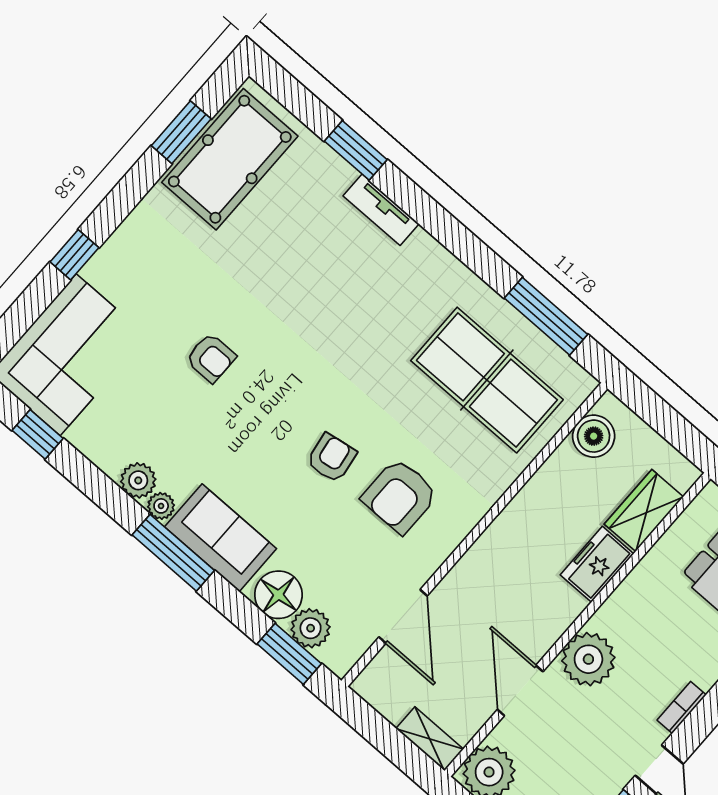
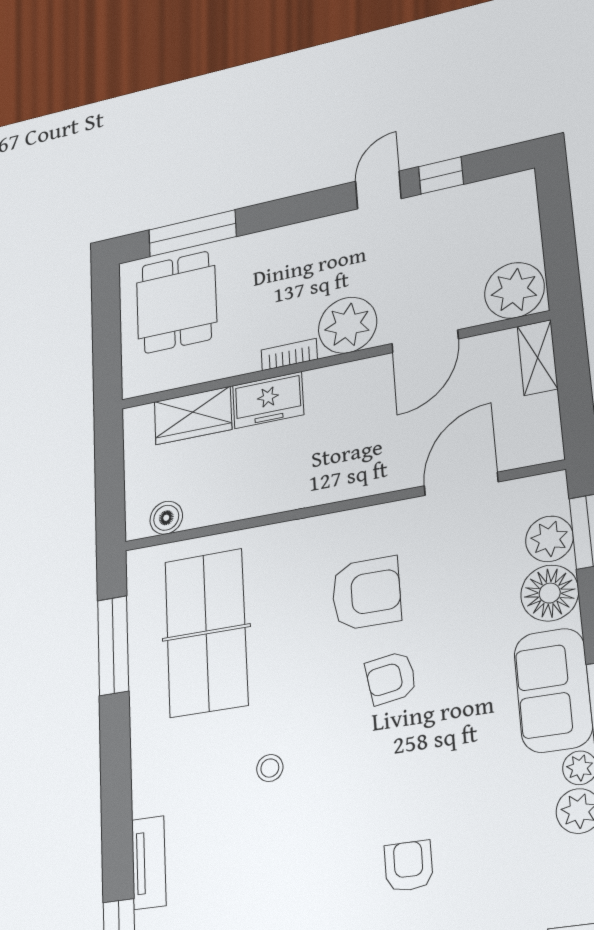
stool: (357, 336) -> (270, 768), added
boiler: (594, 436) -> (166, 518), width x0.73, depth x0.73
bookcase: (682, 707) -> (289, 355), moved, turned 180

